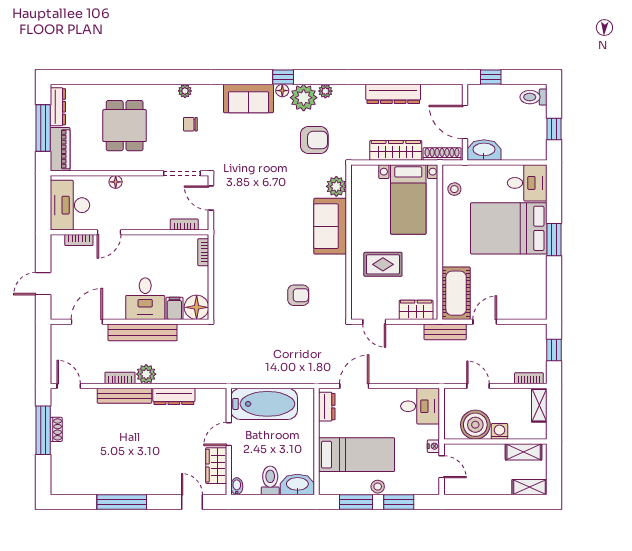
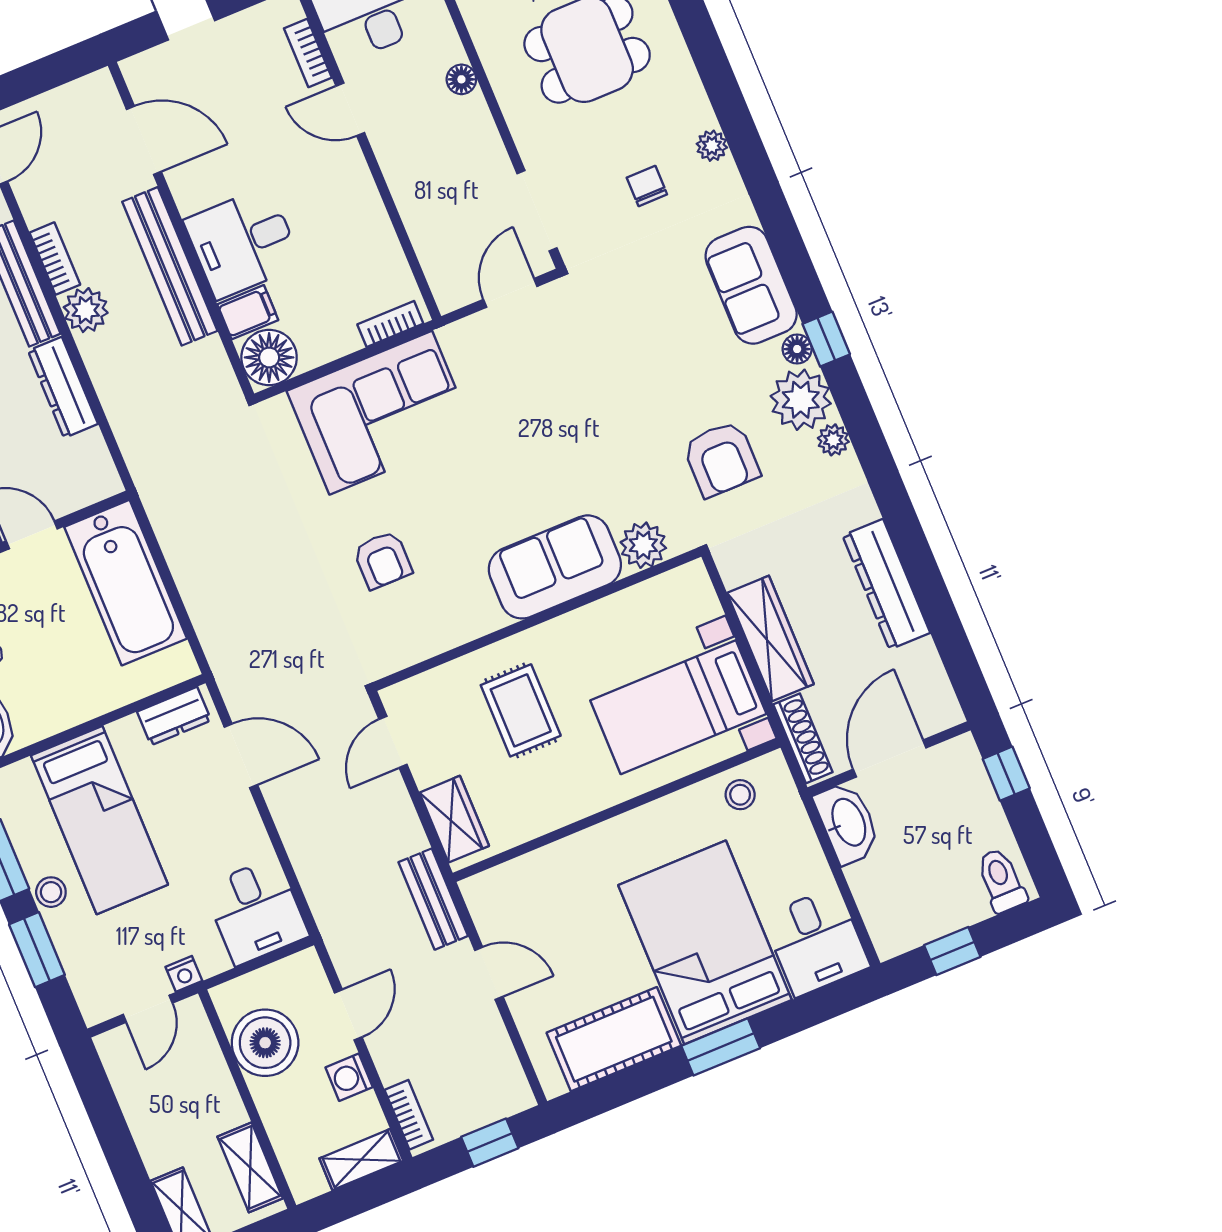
bookcase: (184, 225) -> (432, 260), removed
corner sofa: (238, 271) -> (381, 413), added
cot: (456, 293) -> (614, 1039), moved
washing machine: (499, 431) -> (349, 1077), moved, turned 180

